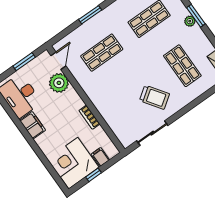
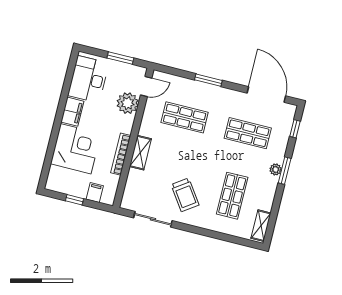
shelving: (100, 103) -> (140, 153), added
bookcase: (89, 117) -> (121, 154), width x1.56
corner desk: (73, 163) -> (76, 149), moved, turned 90

